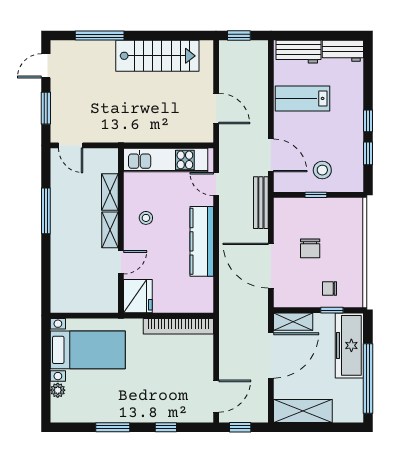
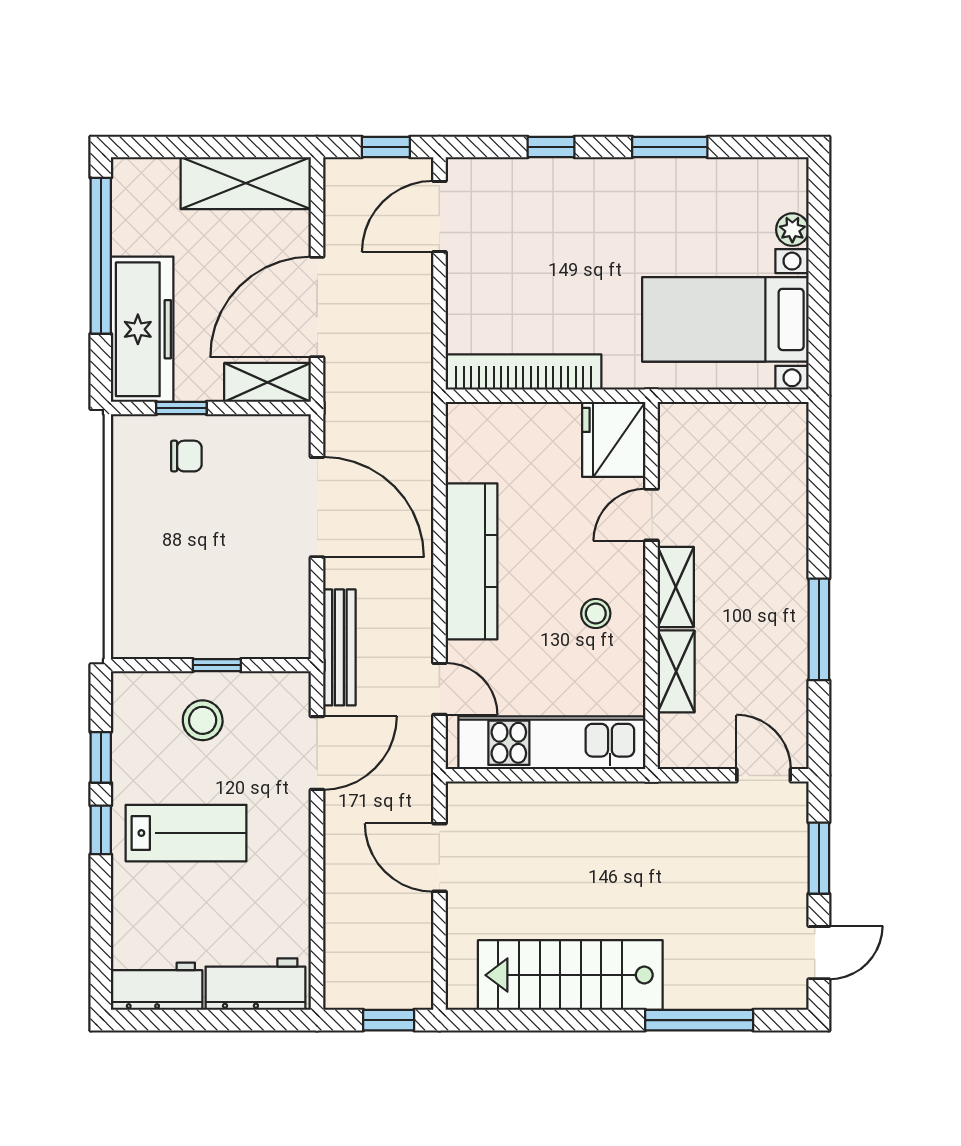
lab bench: (303, 98) -> (186, 833), moved
door: (271, 155) -> (317, 753), swing flipped
chair: (310, 248) -> (230, 546), removed

